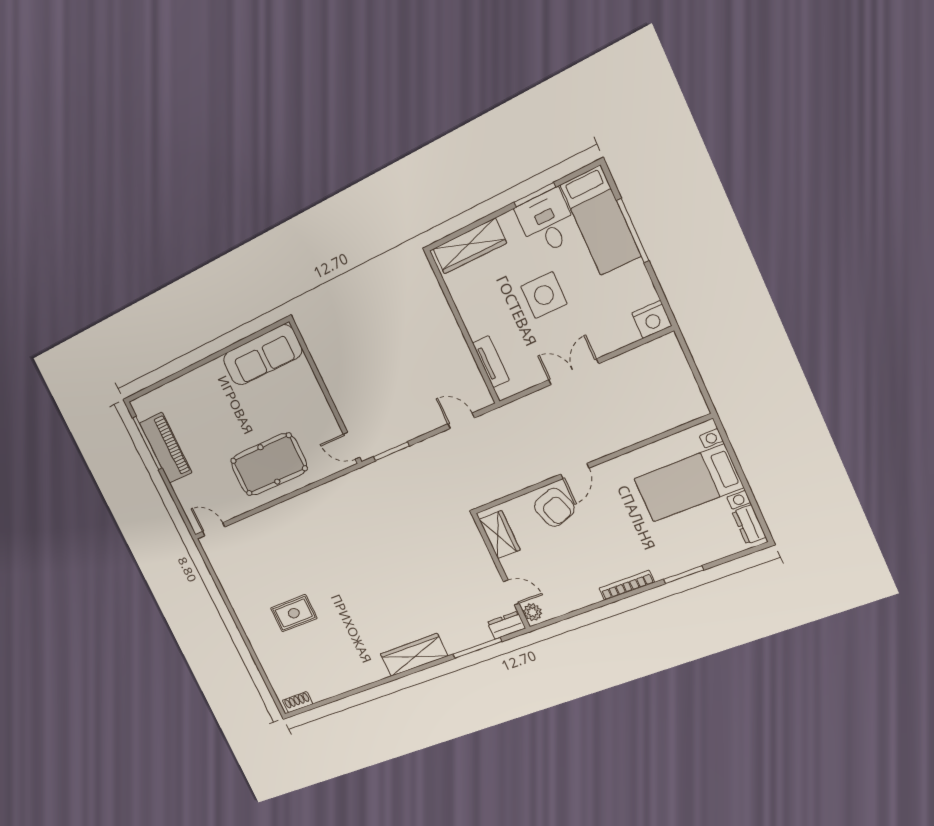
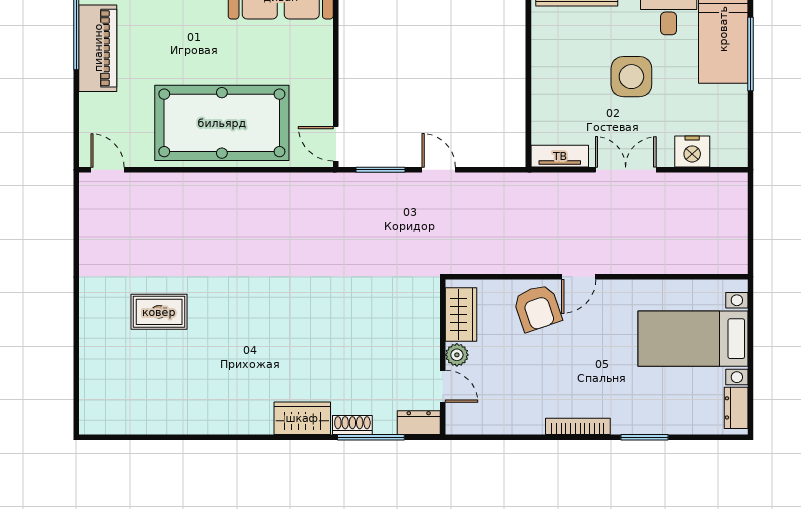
nightstand: (652, 319) -> (692, 151), moved
tv unit: (491, 362) -> (560, 156), moved, turned -90
door: (461, 421) -> (439, 170), moved
pool table: (269, 464) -> (222, 123), width x1.36, depth x1.32
plant: (533, 612) -> (457, 355), moved
wardrobe: (414, 655) -> (302, 418), width x0.67
shoe rack: (298, 702) -> (352, 425), moved

